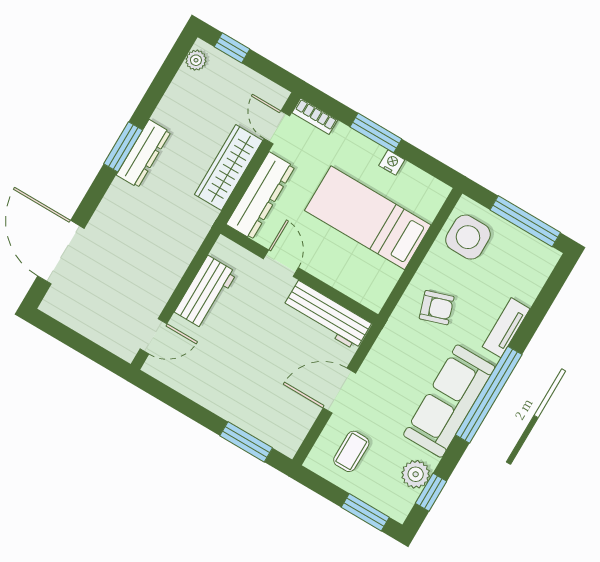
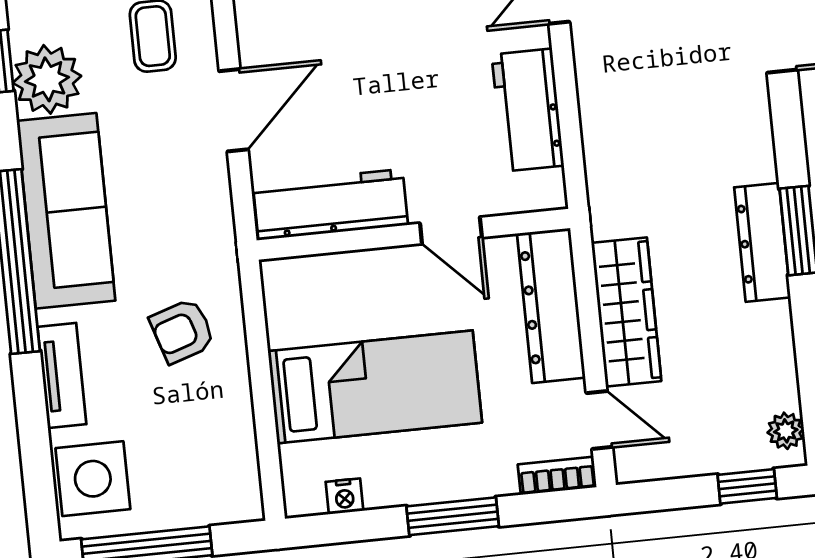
nightstand: (392, 163) -> (344, 496), moved
side table: (468, 237) -> (93, 479), moved
plant: (416, 474) -> (47, 79), width x1.36, depth x1.36

